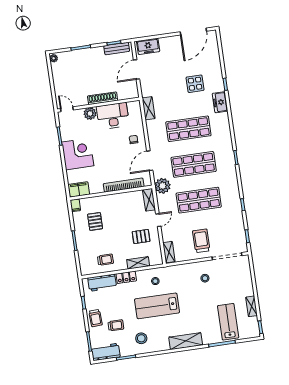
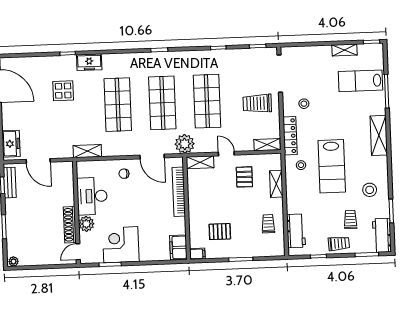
shoe rack: (103, 98) -> (70, 225), moved
corner desk: (78, 154) -> (121, 245), moved
locker: (126, 277) -> (290, 136), moved, width x1.53

